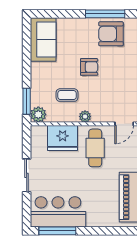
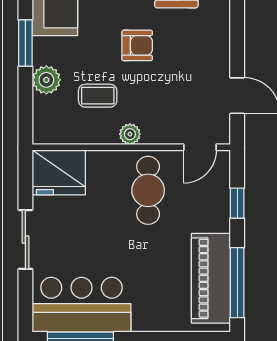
window: (27, 101) -> (25, 43), moved
plant: (38, 114) -> (46, 80), moved
fridge: (63, 138) -> (59, 172), moved

